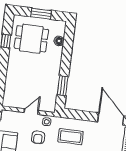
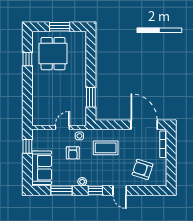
dining table: (31, 39) -> (53, 54), turned 90
floor lamp: (59, 41) -> (81, 52), removed

